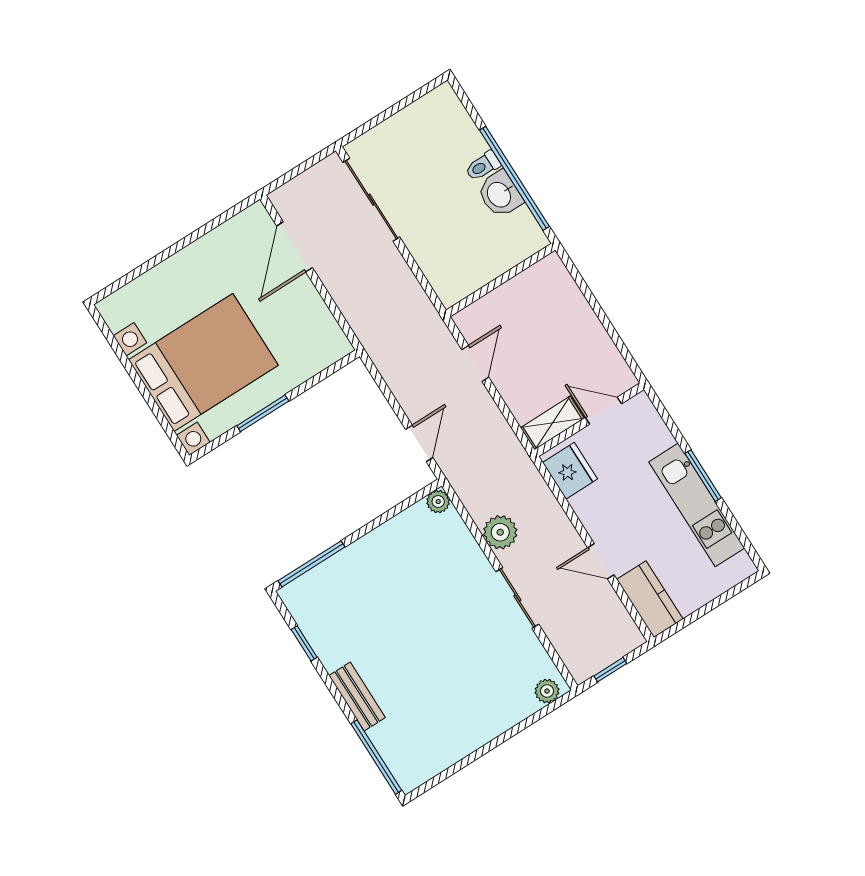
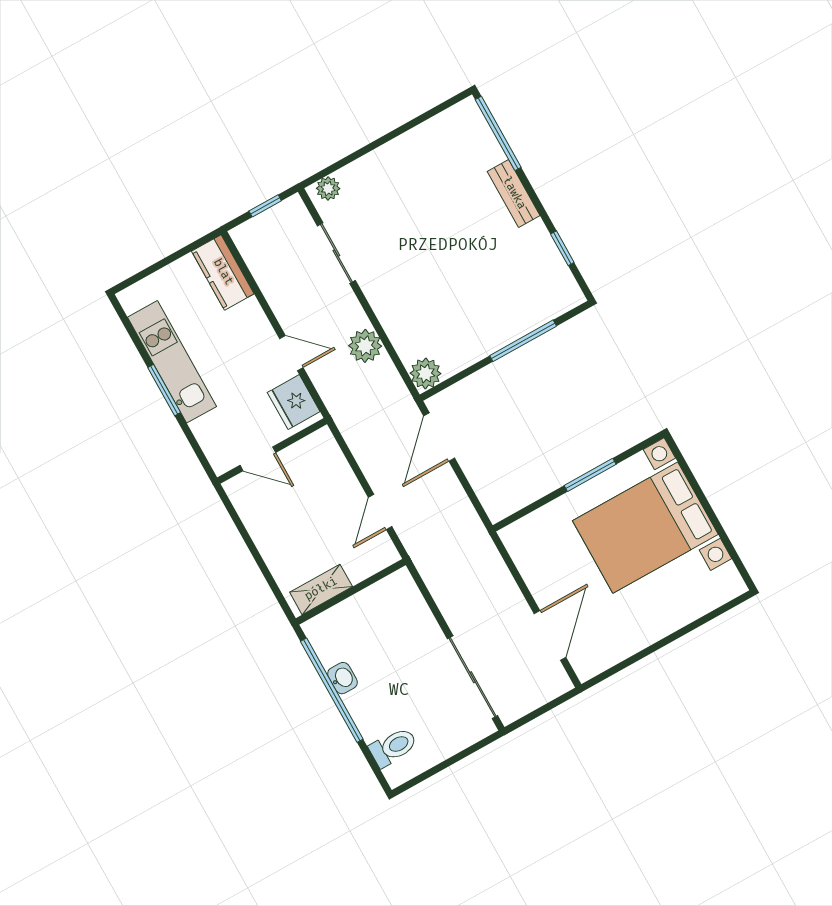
toilet: (483, 166) -> (393, 747), moved, width x1.37, depth x1.39
washbasin: (500, 194) -> (342, 678), width x0.72, depth x0.69
shelving: (552, 423) -> (321, 589), moved
door: (419, 443) -> (439, 437), width x1.38
plant: (438, 502) -> (426, 373), width x1.38, depth x1.38
door: (601, 561) -> (291, 353), moved
window: (311, 564) -> (523, 341), moved
sliding door: (517, 598) -> (336, 253), moved

